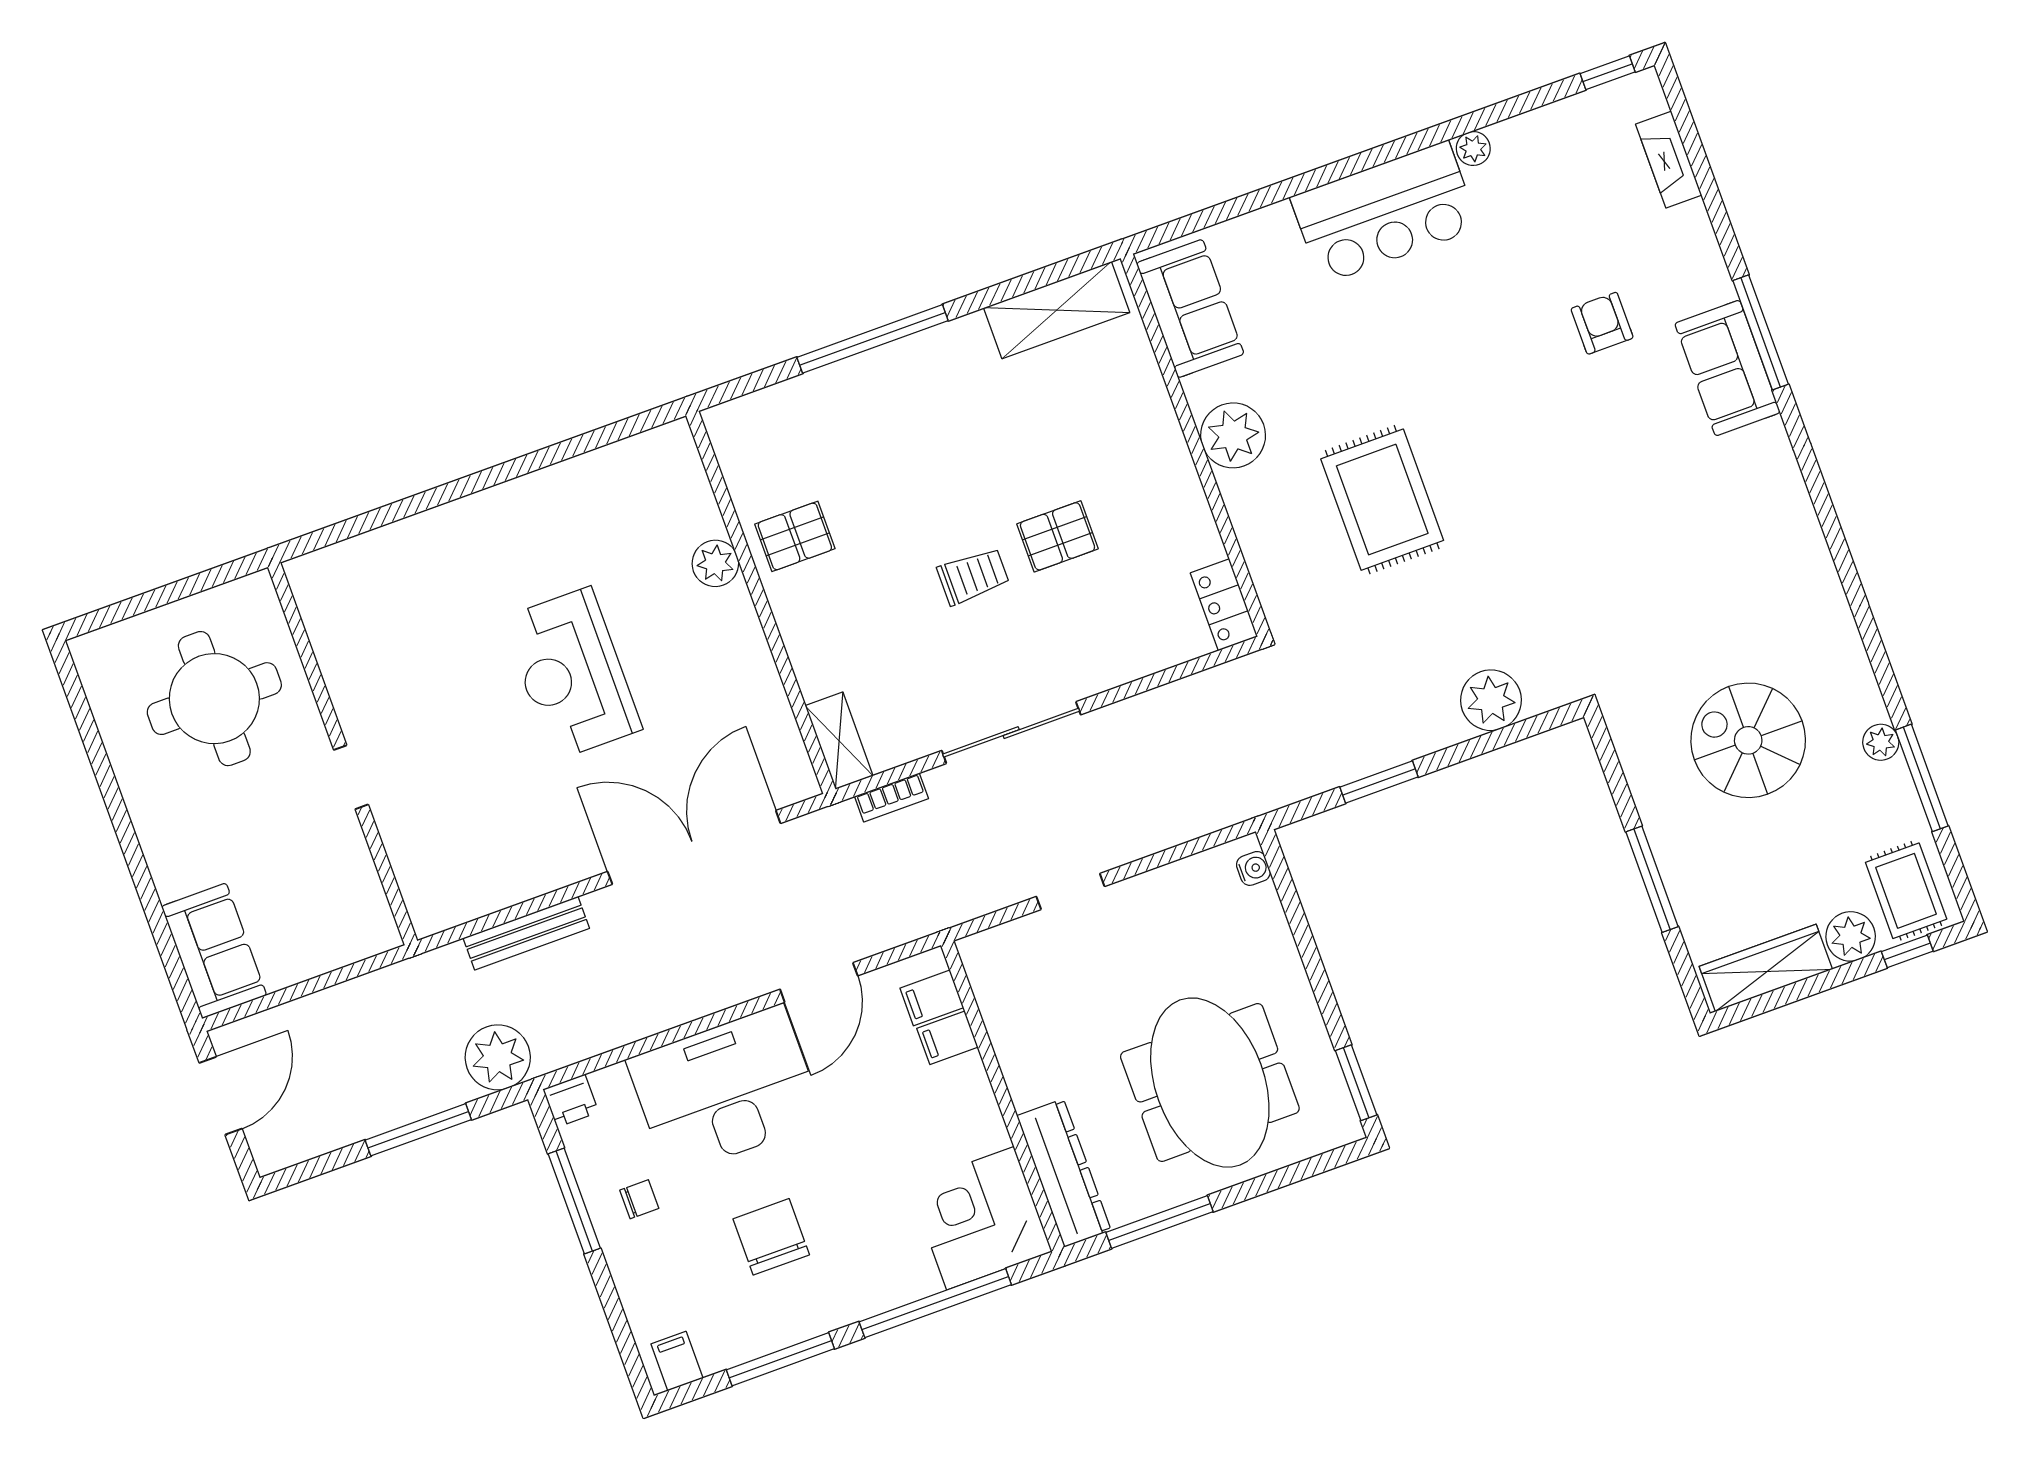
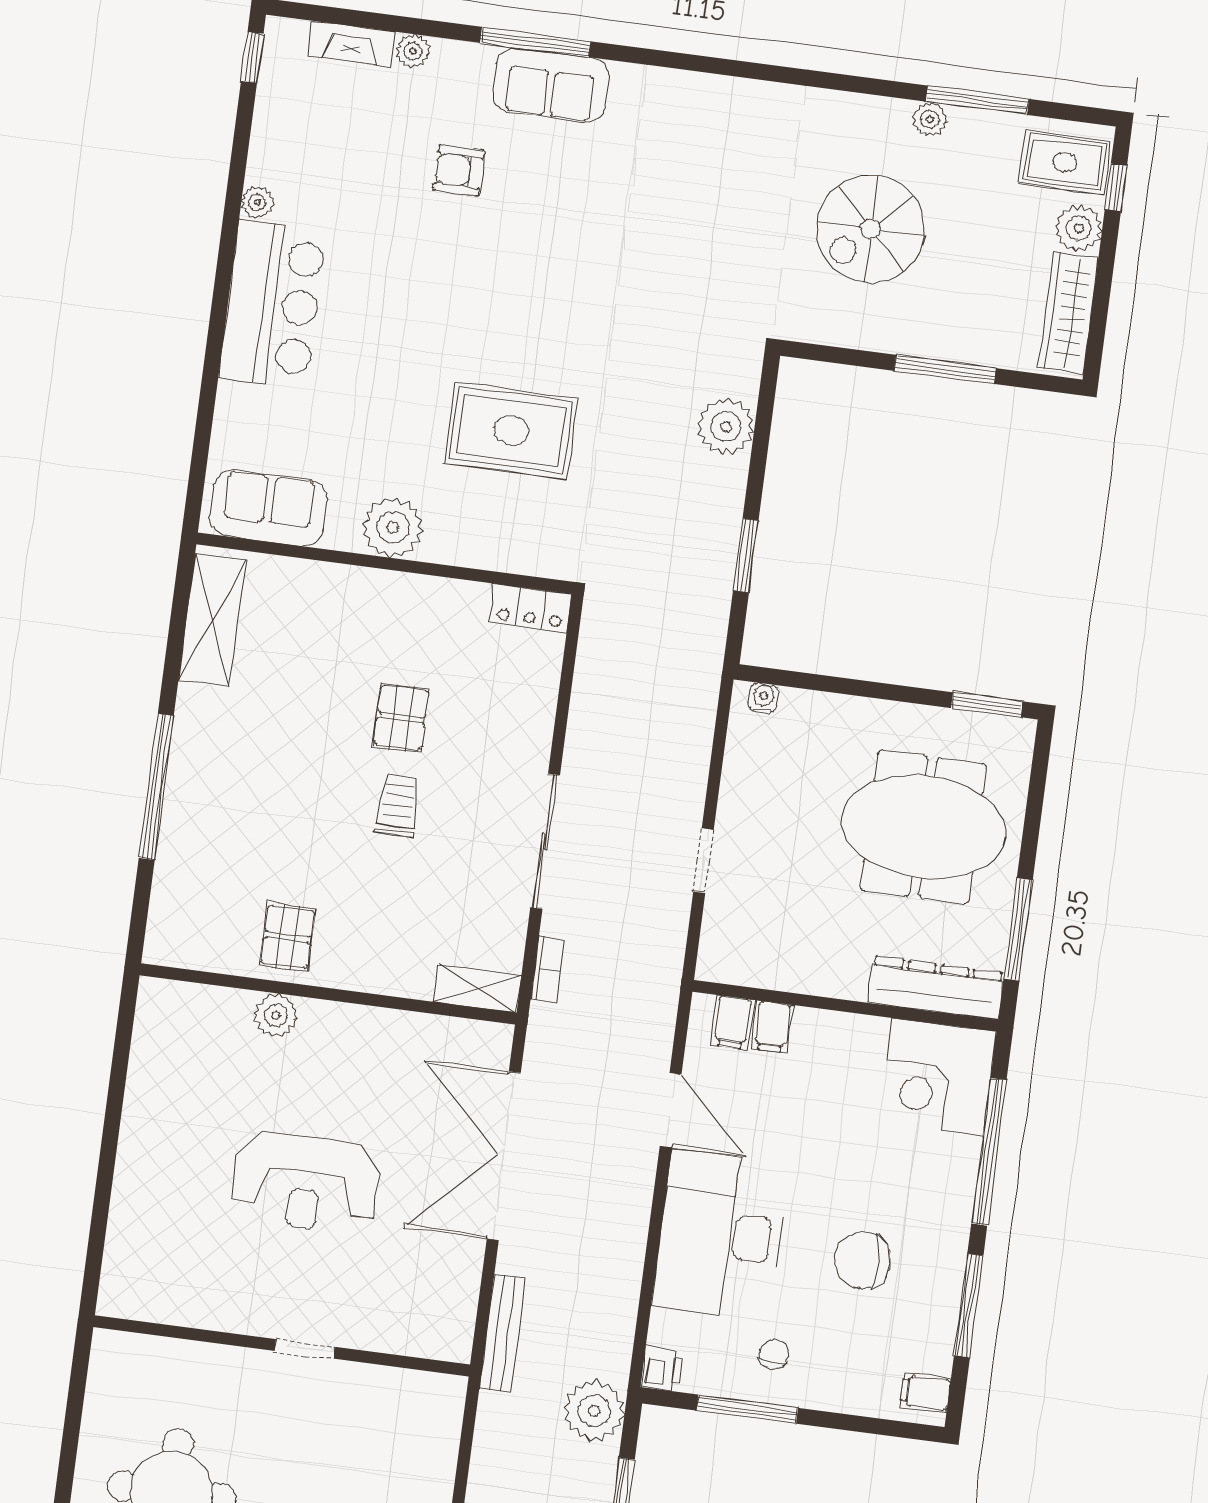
plant: (1692, 221) -> (413, 51), added
wall: (342, 754) -> (282, 1346), moved
doorway: (351, 777) -> (305, 1349), moved

